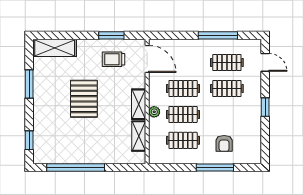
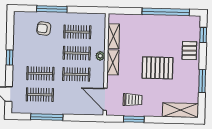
pallet: (84, 99) -> (158, 68), turned 90
pallet: (46, 121) -> (189, 51), added
armchair: (224, 143) -> (44, 29), turned -84

